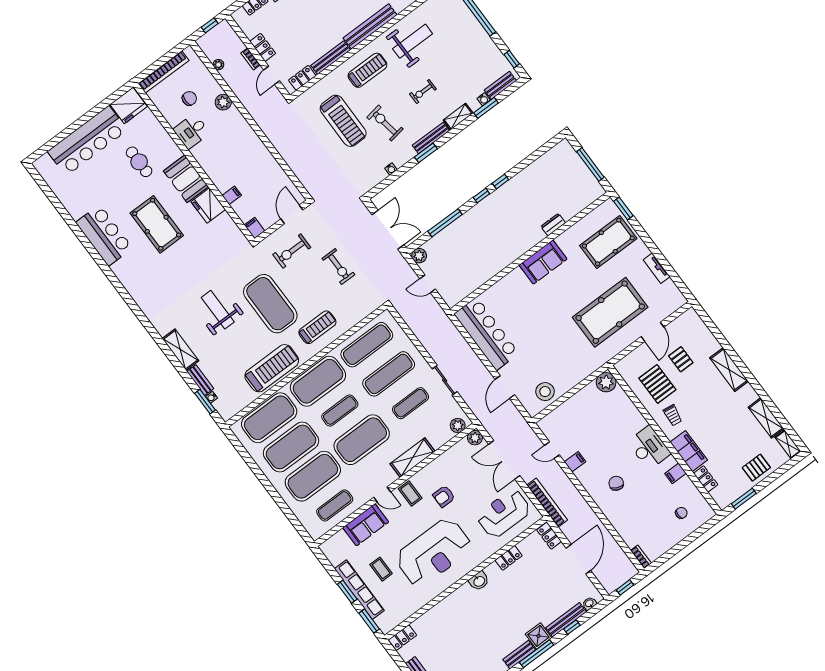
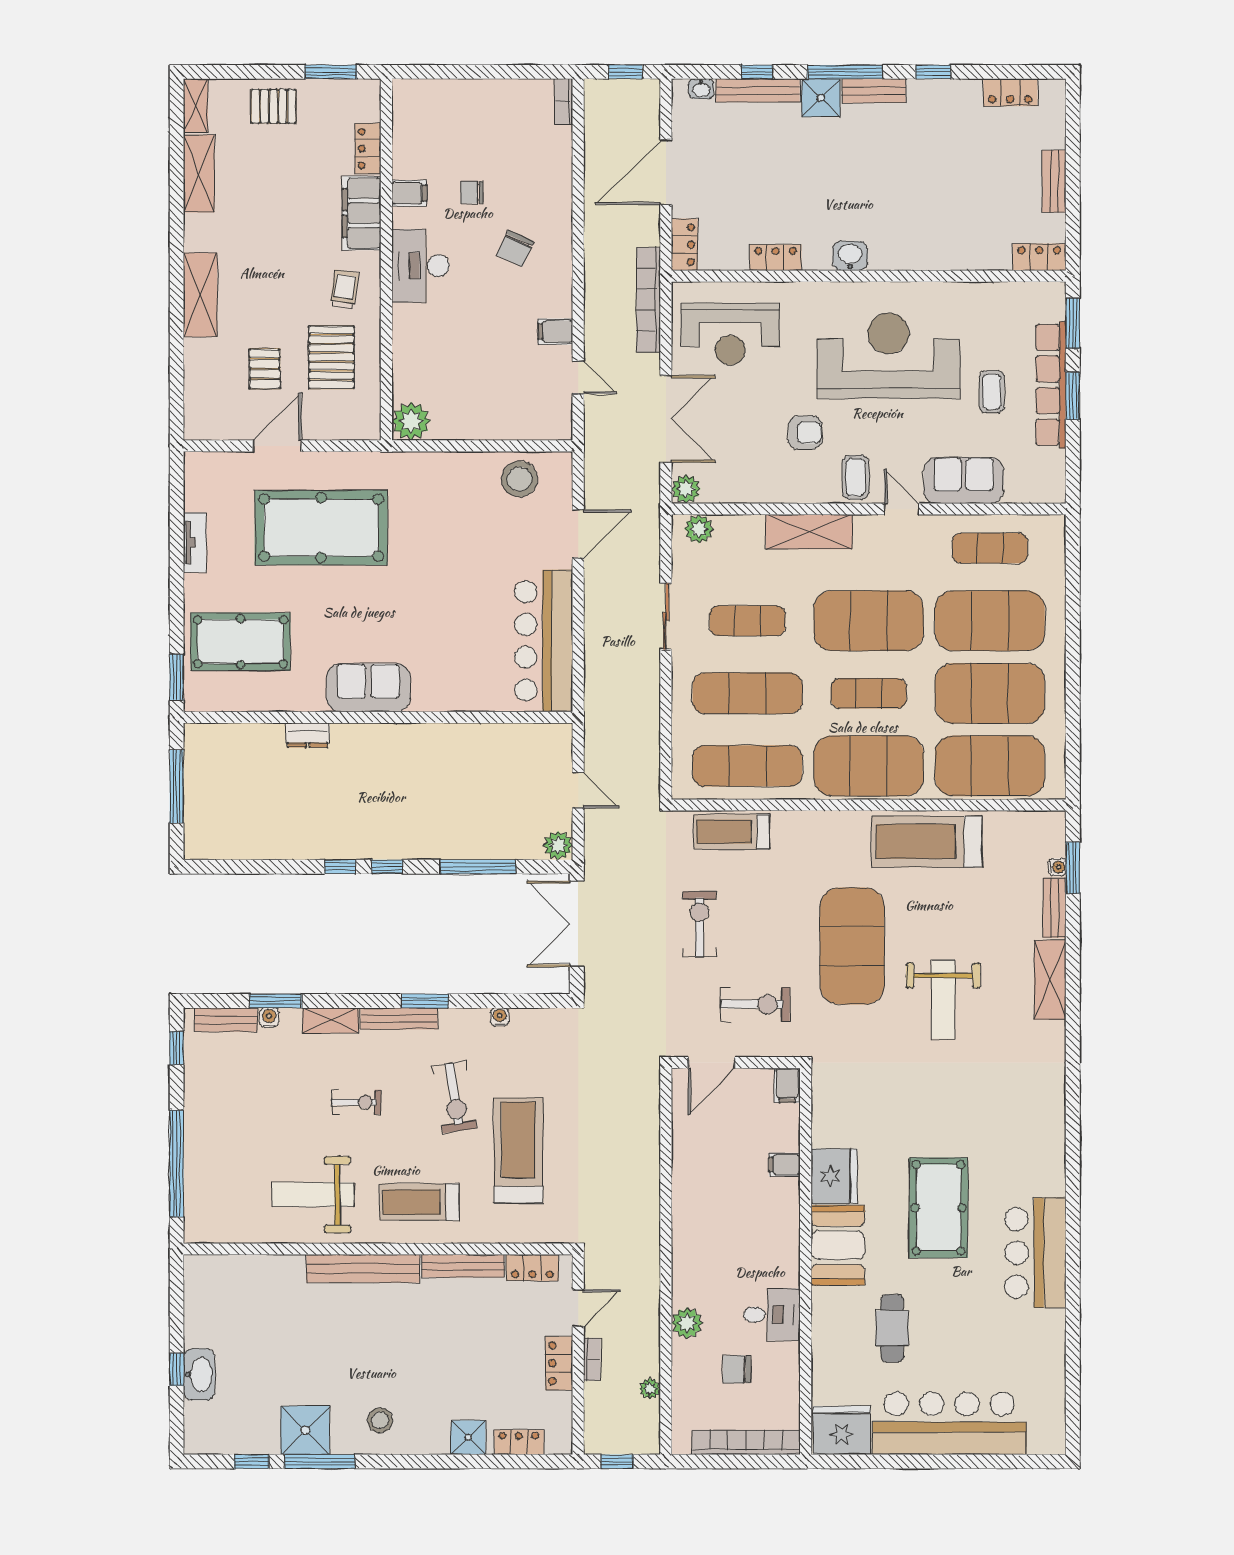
treadmill: (317, 327) -> (731, 832), moved
chair: (681, 513) -> (472, 193), moved

